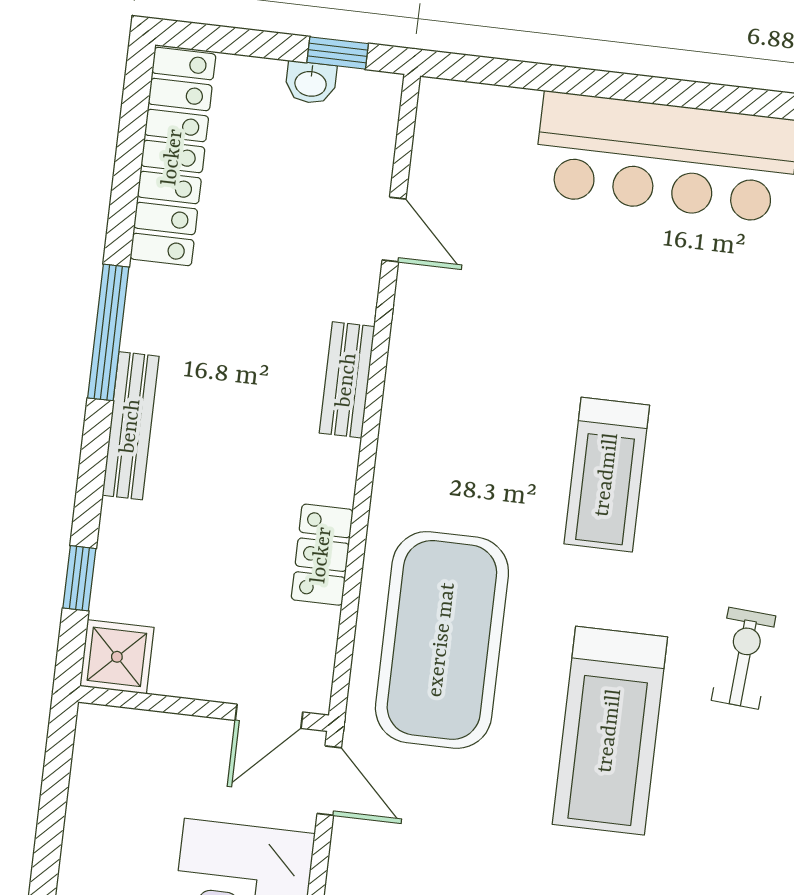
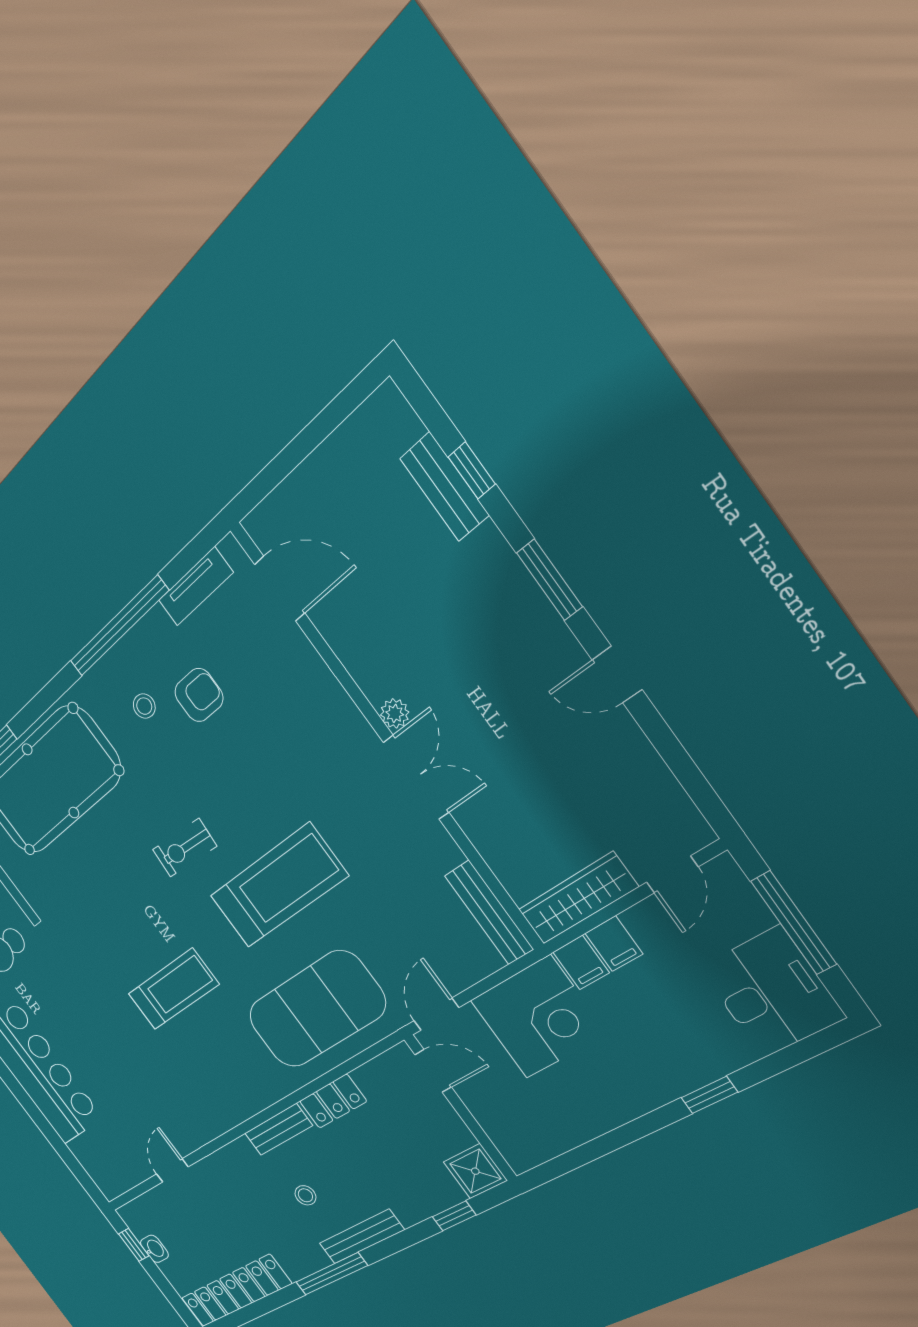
bench: (347, 380) -> (278, 1129), moved
stool: (233, 399) -> (305, 1195), added

